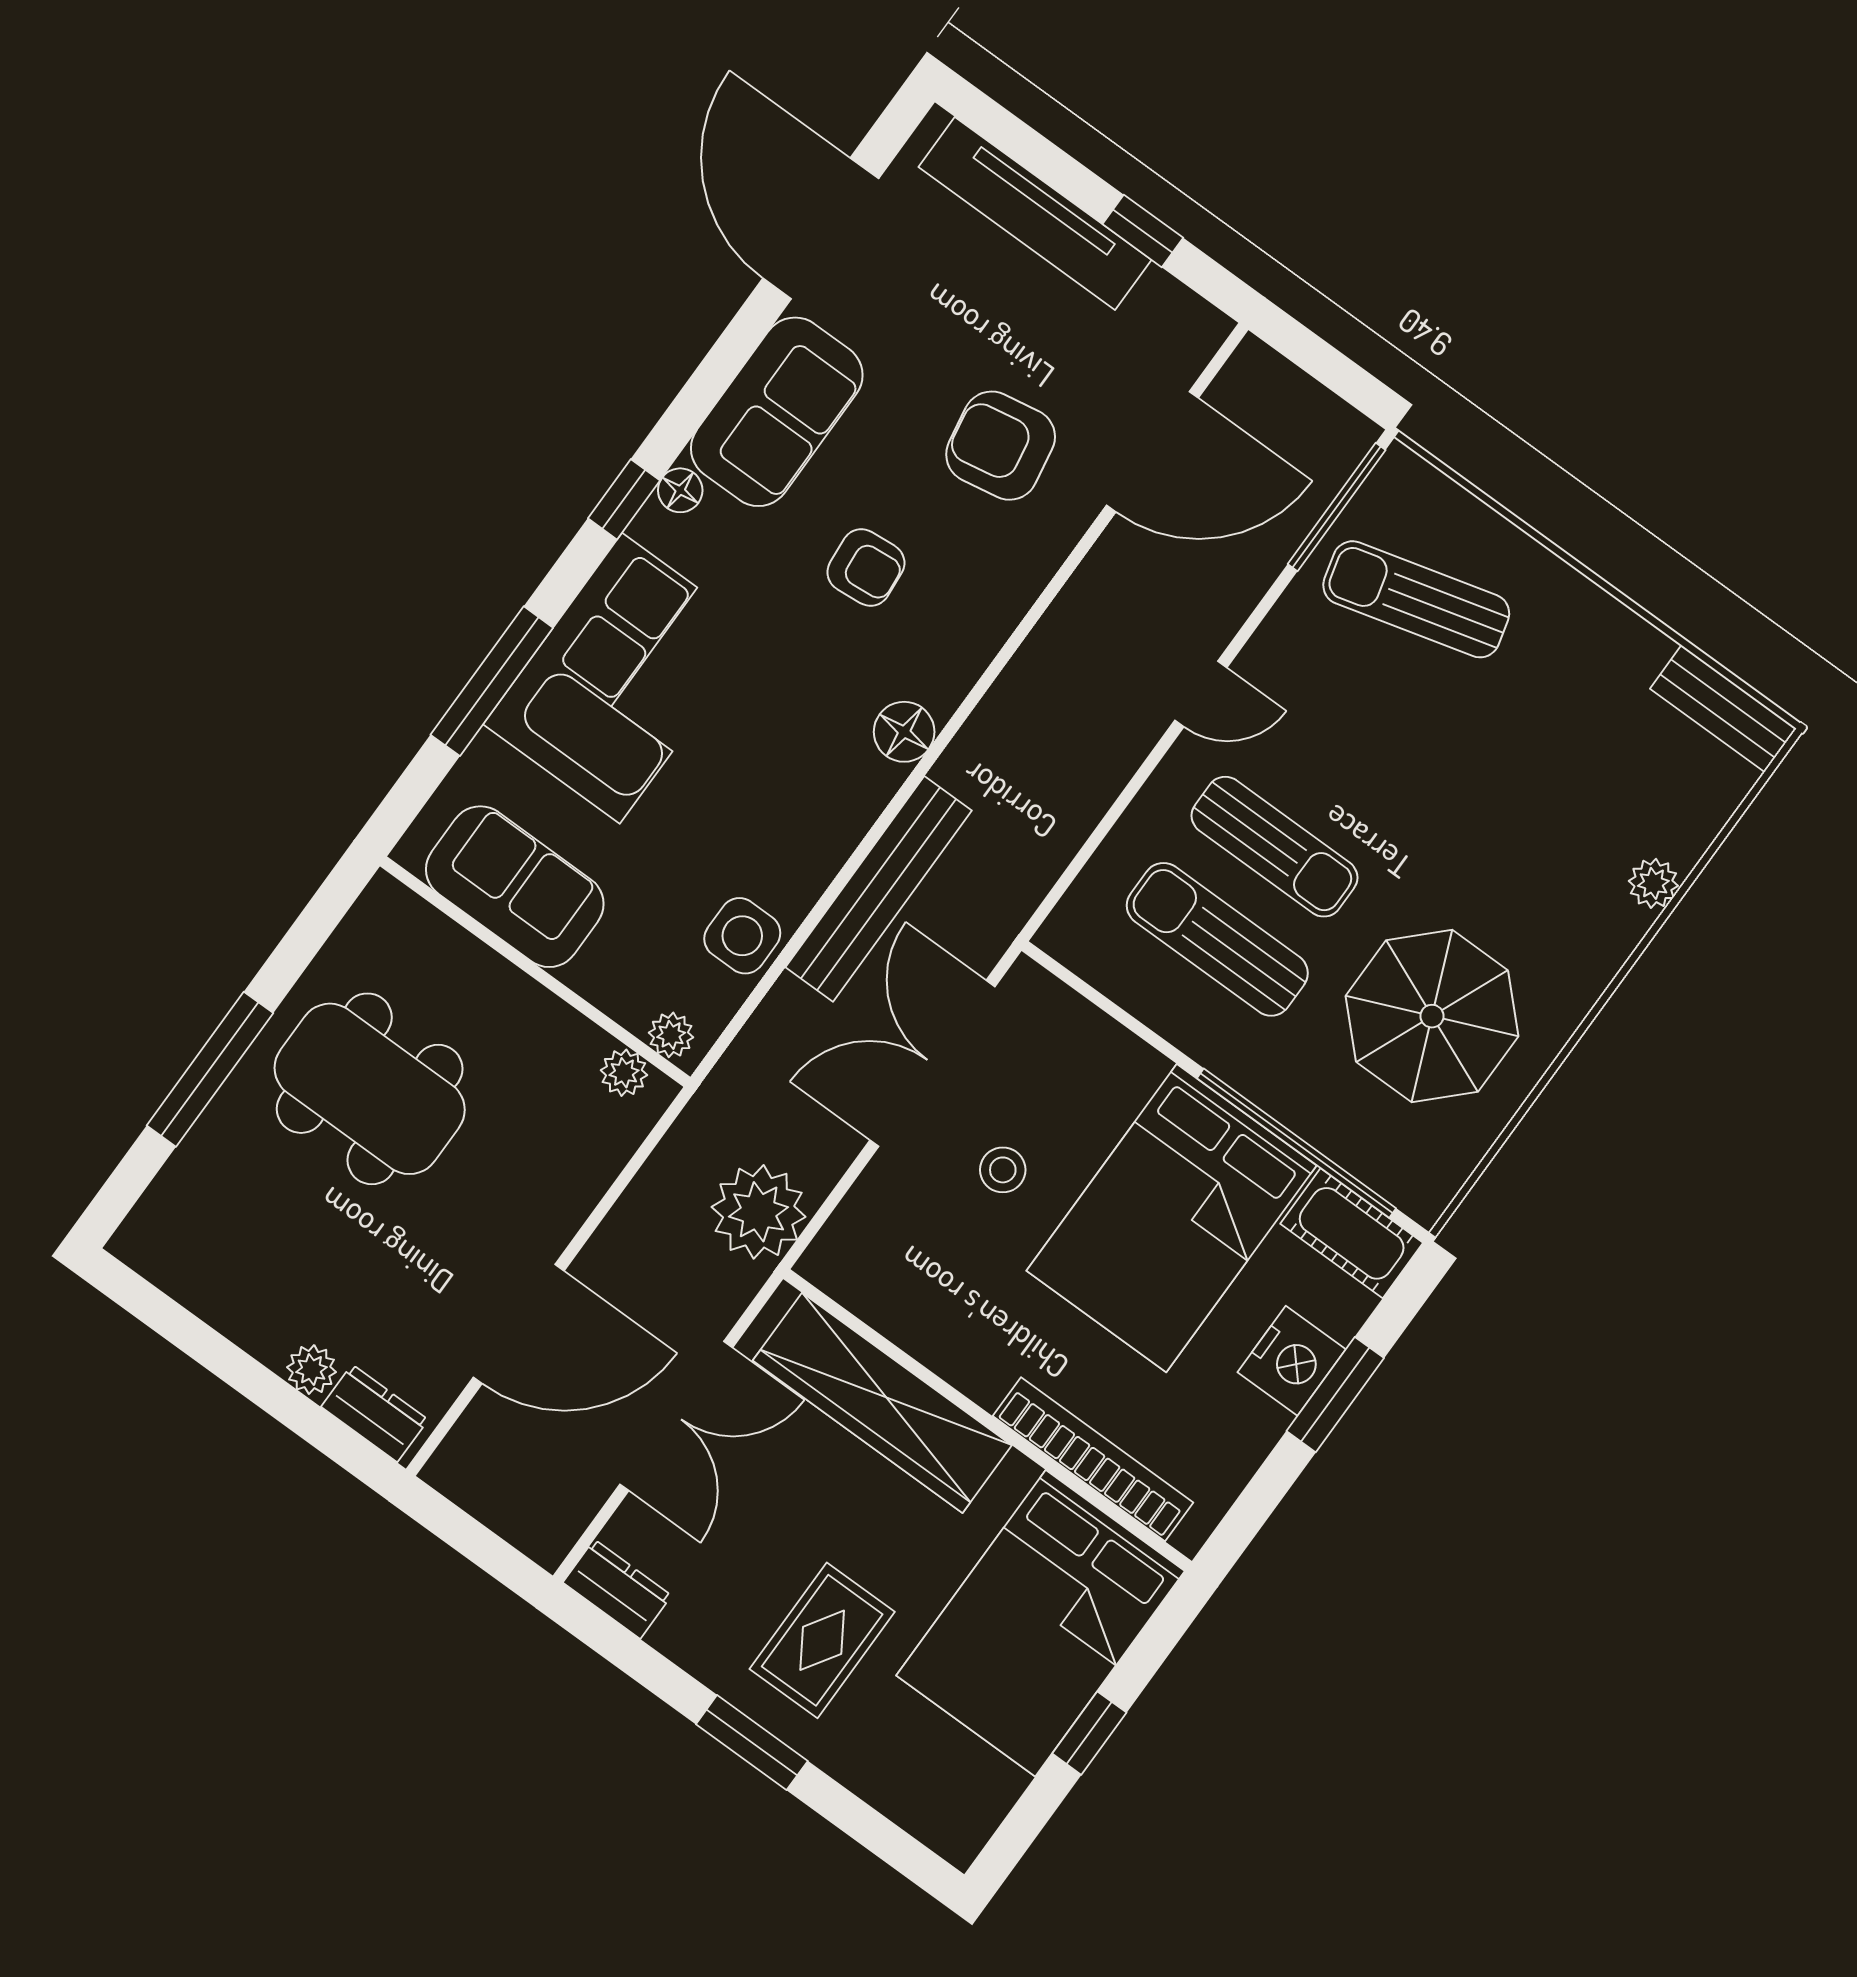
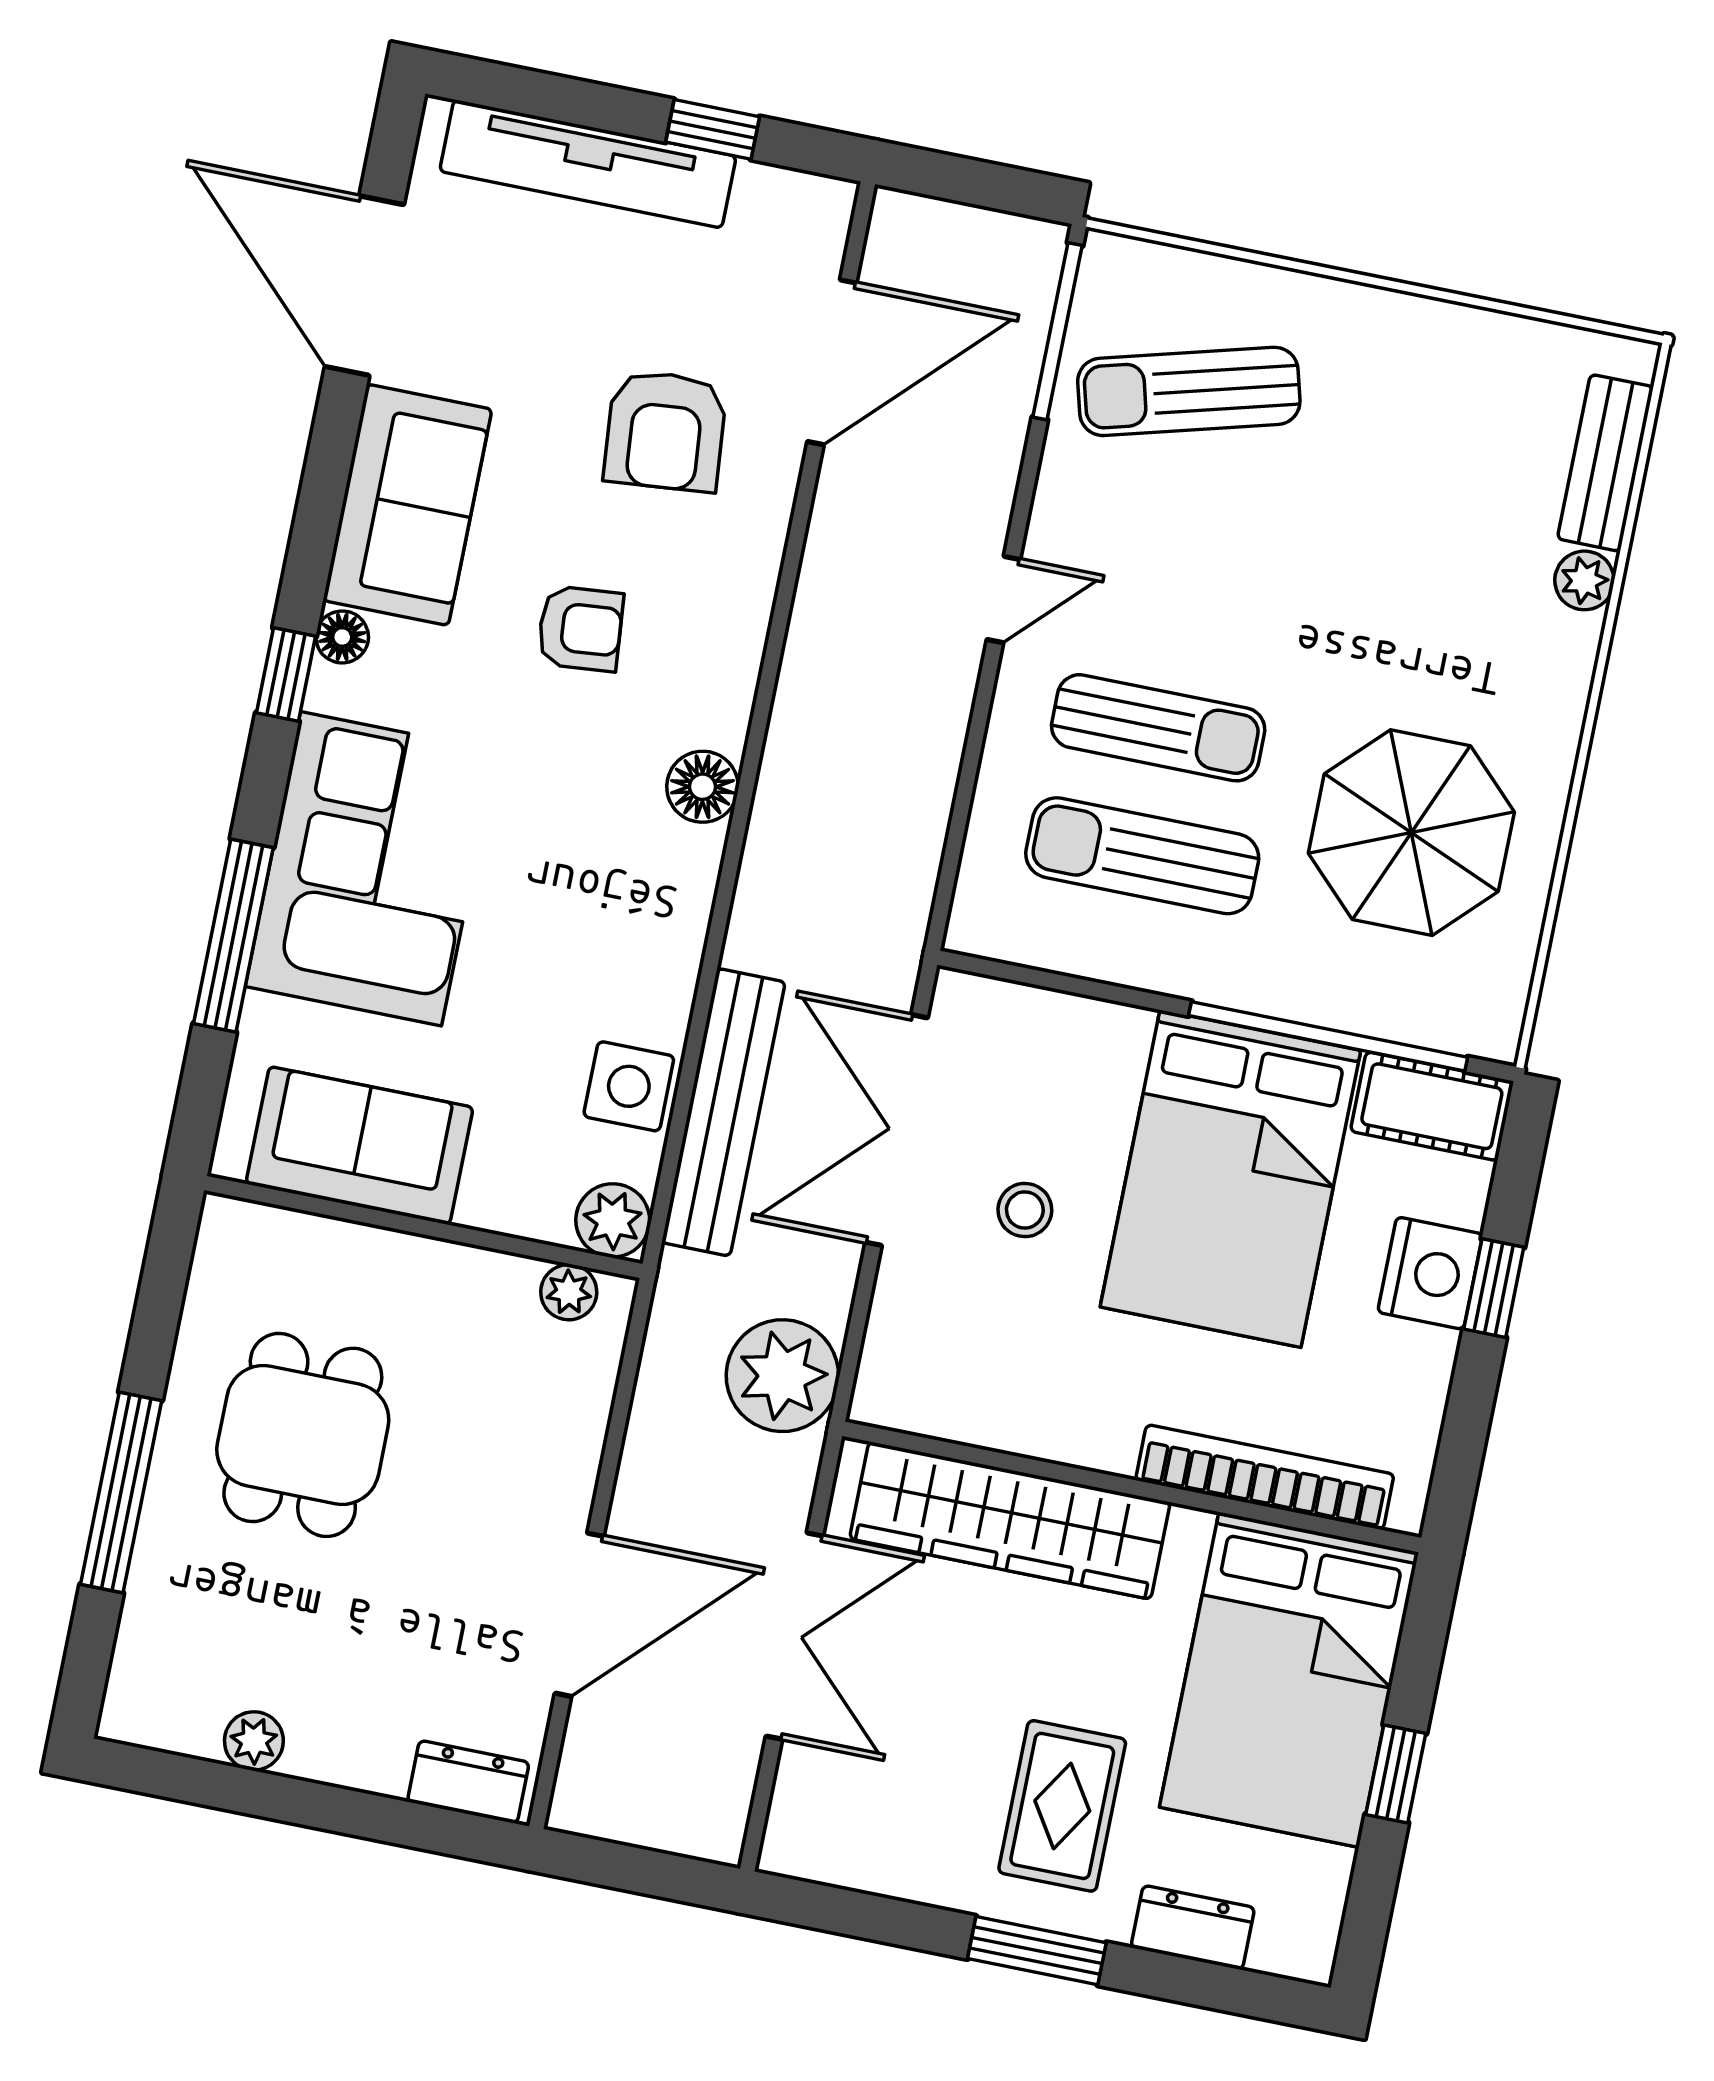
armchair: (1001, 446) -> (665, 431), turned -85
bench: (1723, 709) -> (1605, 463), moved, turned 90
bench: (879, 889) -> (723, 1112), moved
plant: (671, 1035) -> (613, 1220), width x1.38, depth x1.38
dining table: (370, 1089) -> (303, 1435), width x0.73
plant: (311, 1370) -> (254, 1741), moved
window: (1335, 1395) -> (1494, 1288), width x0.67
dresser: (617, 1589) -> (1193, 1928), moved

